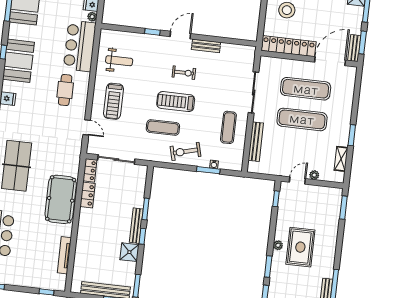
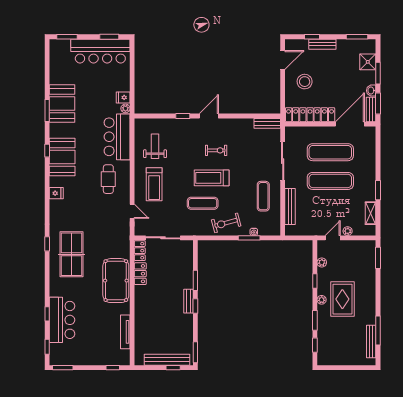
washbasin: (357, 28) -> (371, 91), added
bench: (206, 46) -> (267, 123), moved
weight bench: (119, 61) -> (155, 146), turned -90
window: (276, 199) -> (315, 281), moved
plant: (283, 205) -> (322, 262), added
bench: (136, 226) -> (188, 301), width x0.73
shower: (129, 252) -> (185, 322), removed

